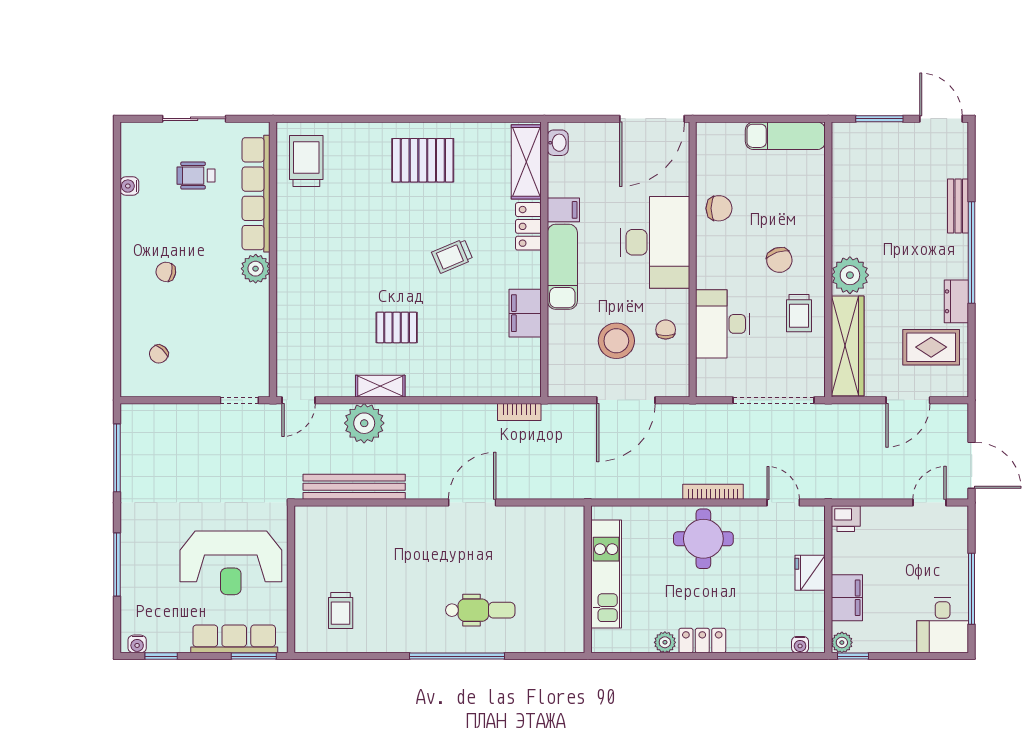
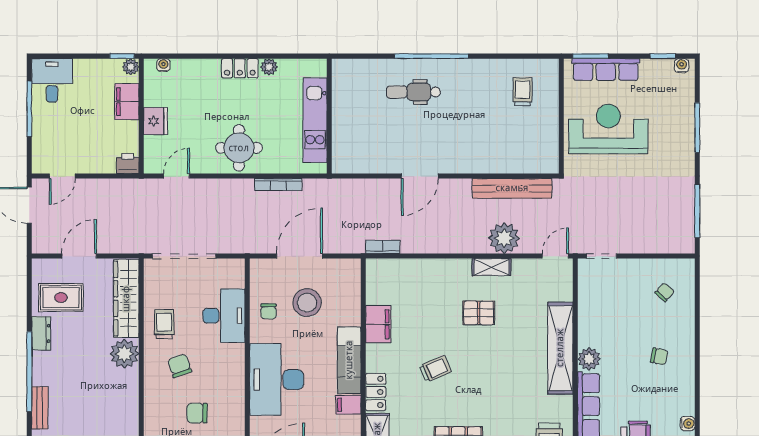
chair: (719, 208) -> (197, 413), moved
shelving: (292, 282) -> (560, 348), added
bookcase: (713, 492) -> (278, 185), moved
door: (783, 503) -> (177, 176), swing flipped

